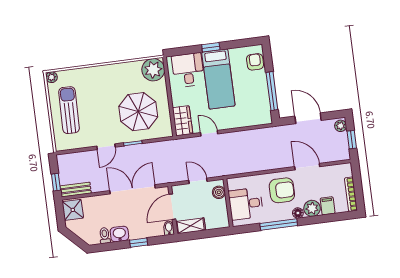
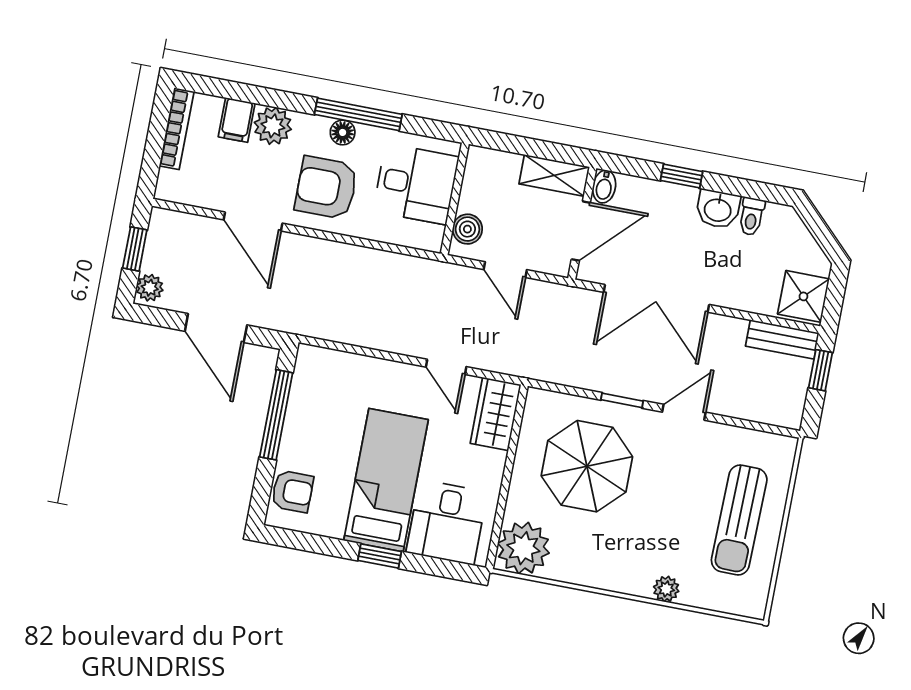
armchair: (255, 62) -> (292, 491), turned -90
plant: (52, 77) -> (666, 589), moved
floor lamp: (298, 213) -> (343, 132), moved

